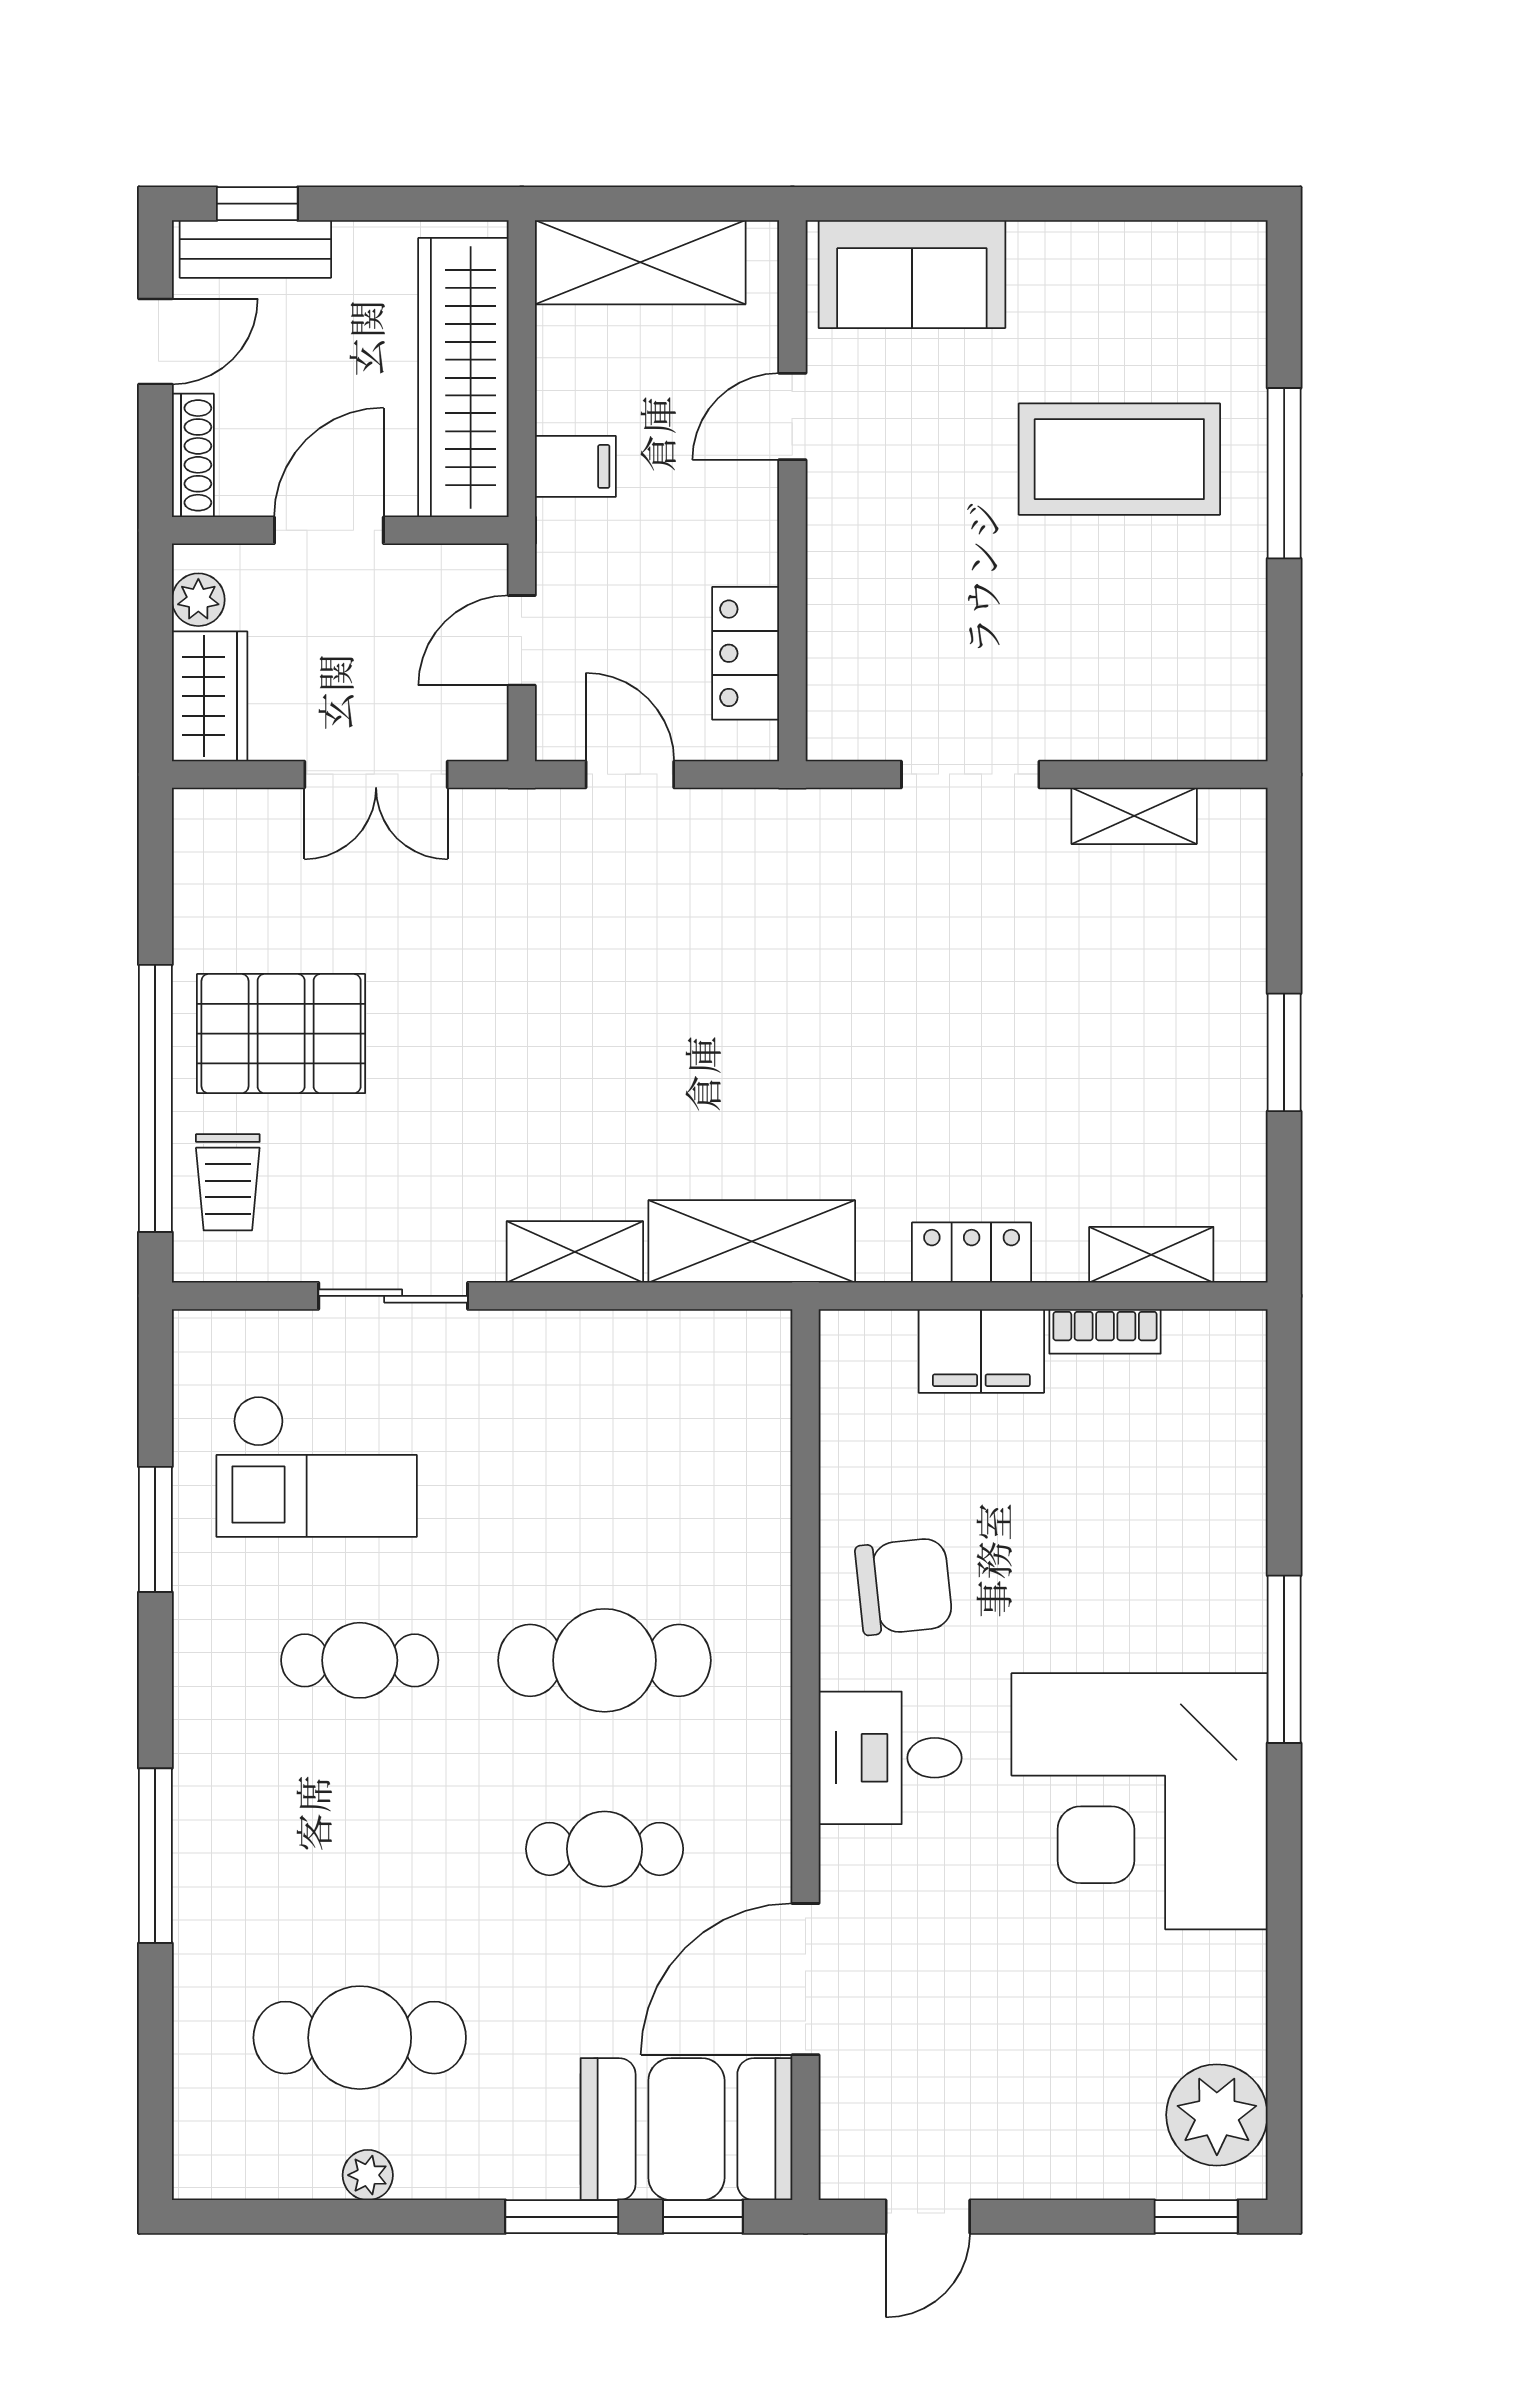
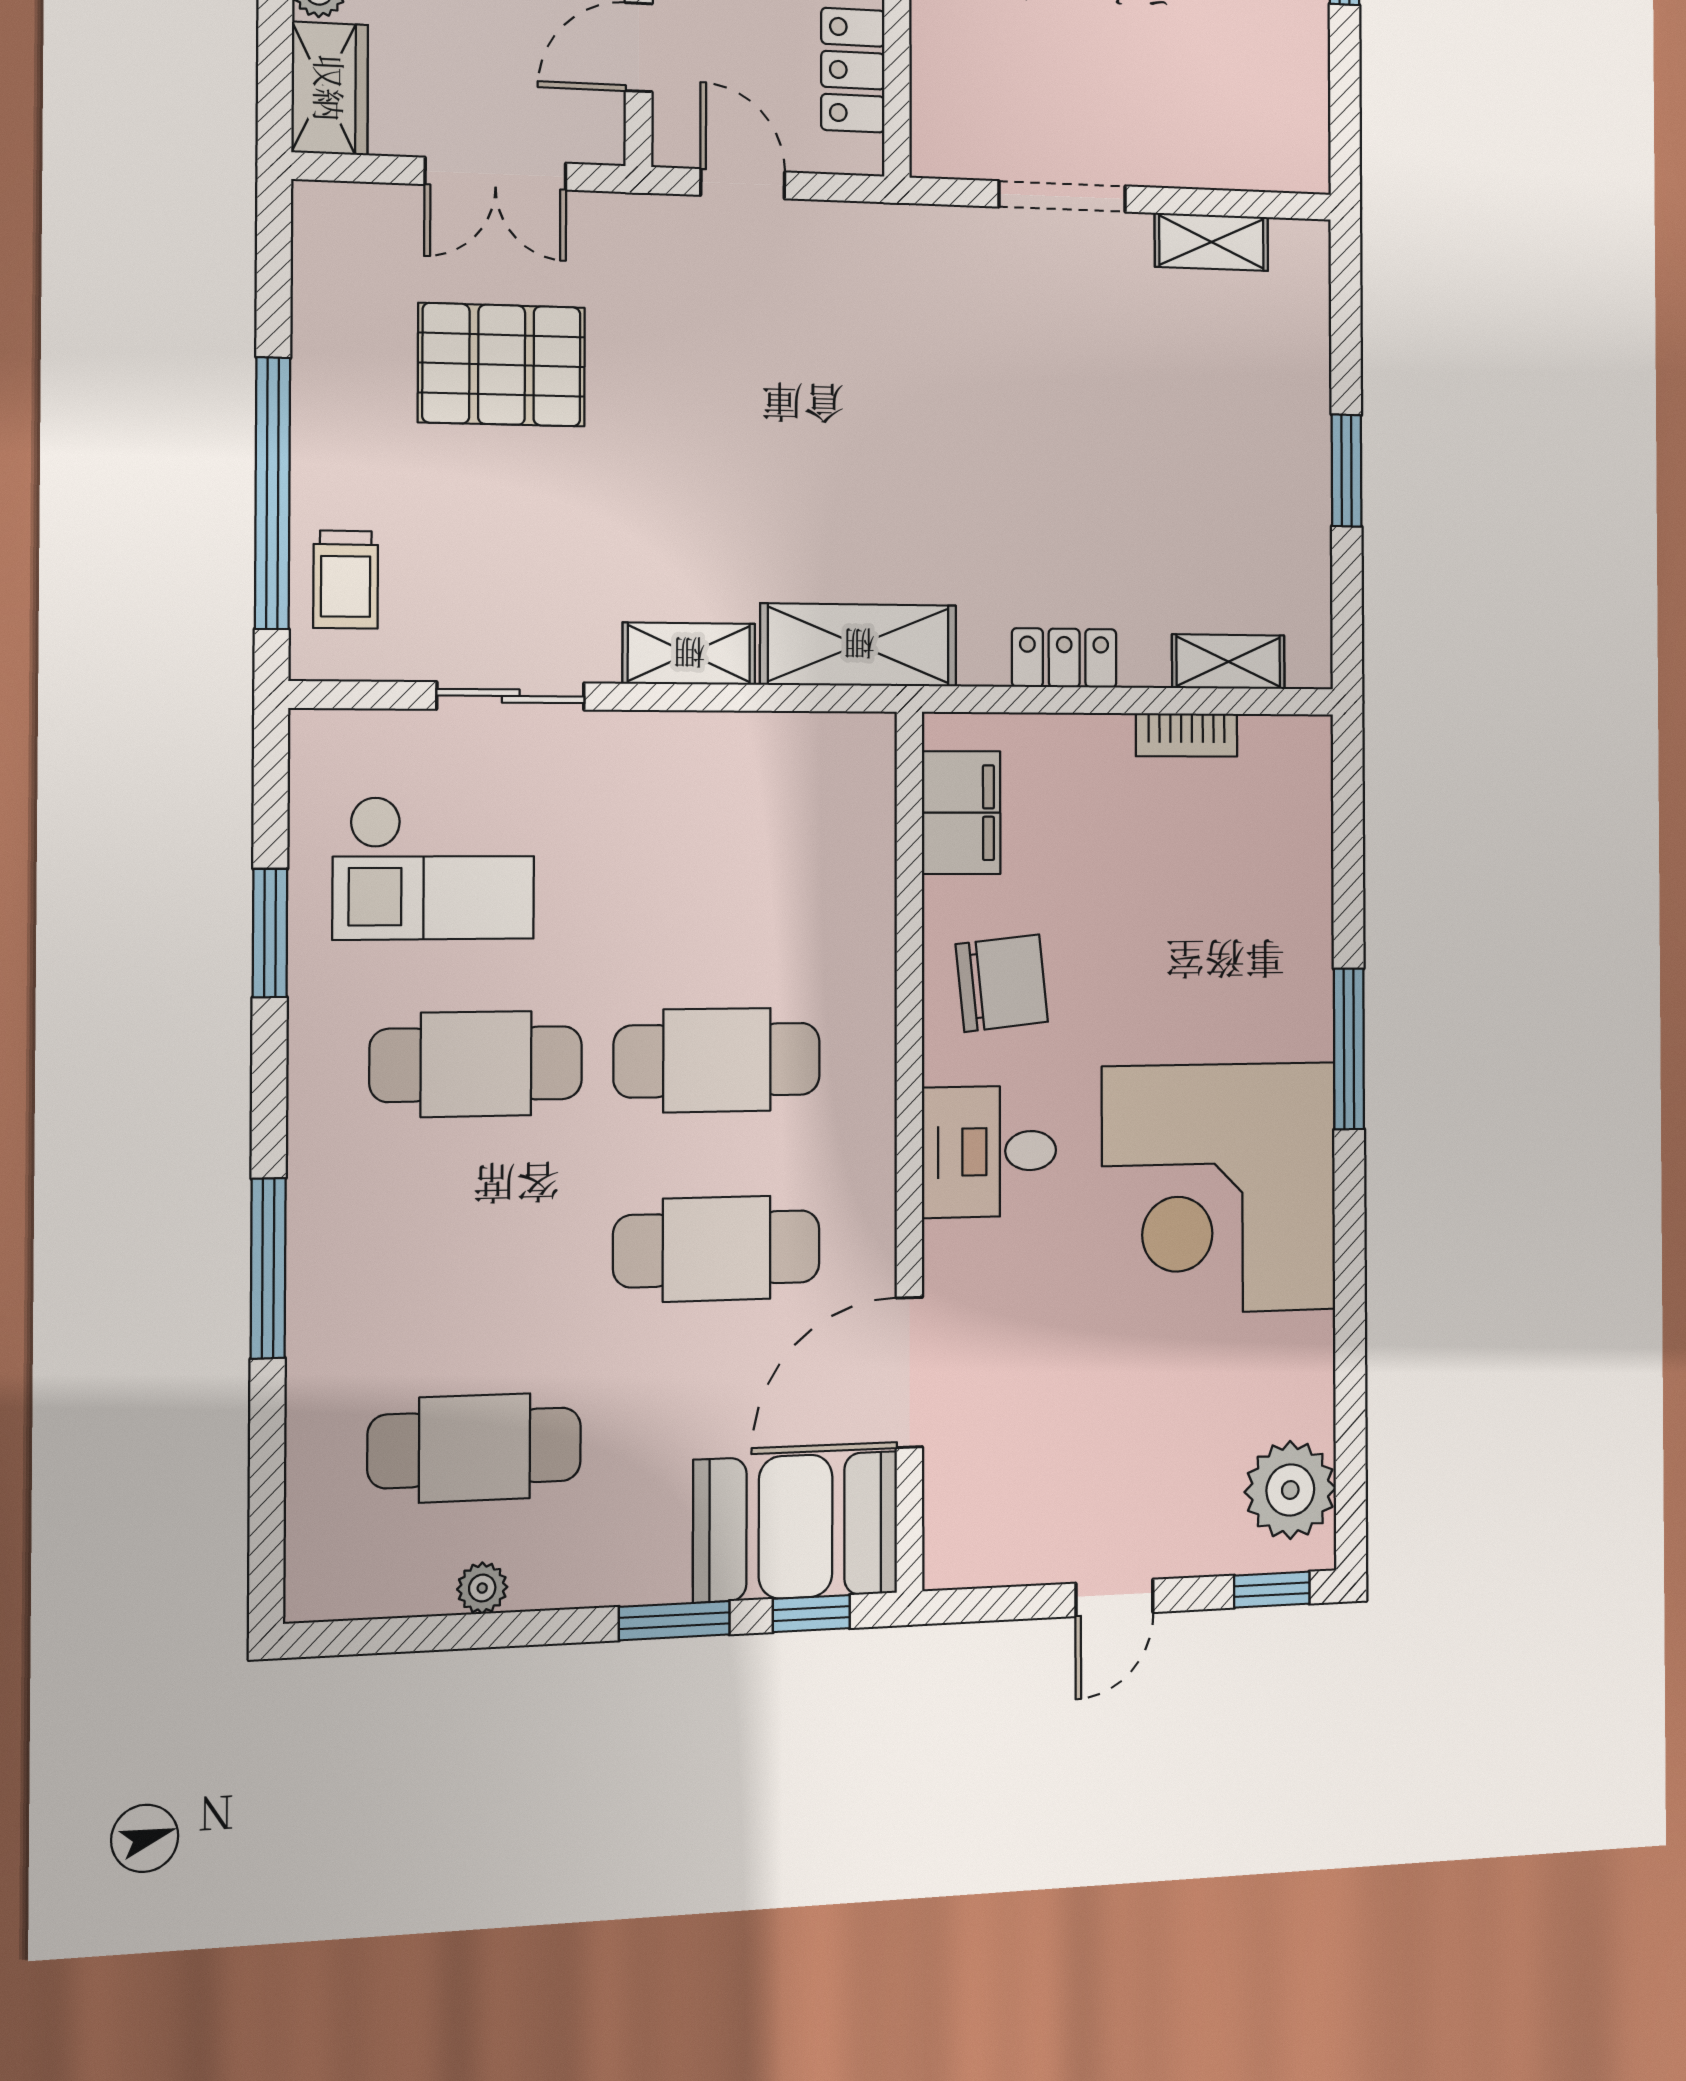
pallet: (281, 1034) -> (502, 365), moved
filing cabinet: (981, 1351) -> (961, 813), moved, turned -90
cafe table: (360, 1660) -> (476, 1064), width x1.37, depth x1.35
cafe table: (605, 1849) -> (717, 1249), width x1.37, depth x1.35
door: (928, 2217) -> (1115, 1598), moved

